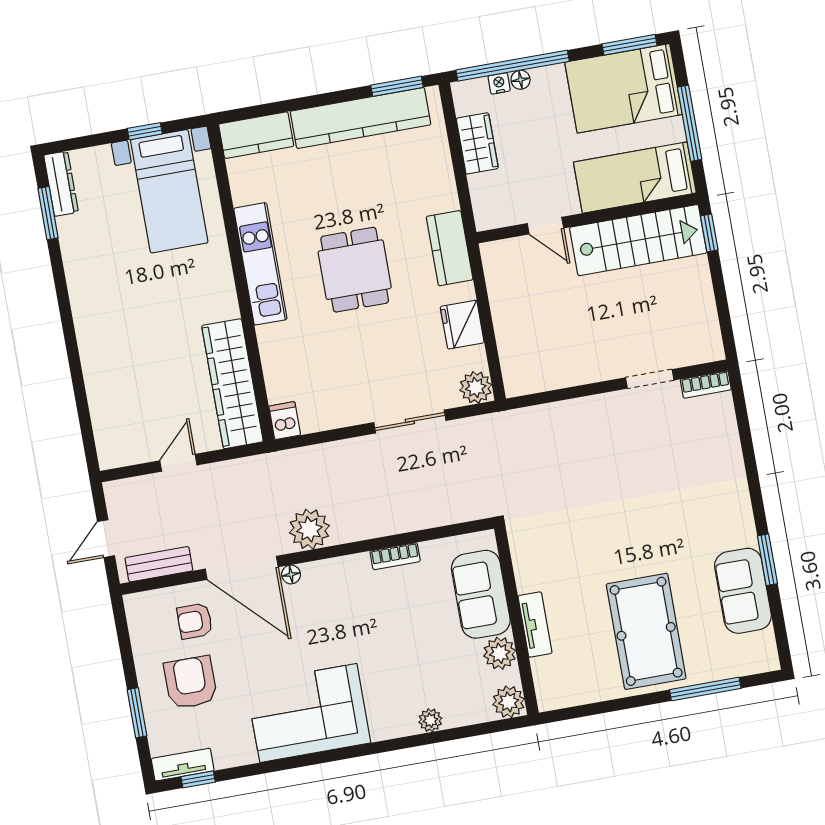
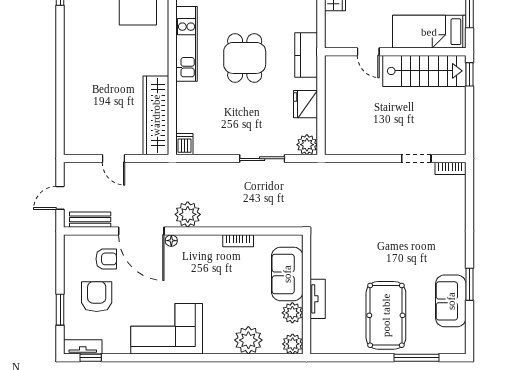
door: (178, 463) -> (114, 159), swing flipped
armchair: (195, 621) -> (106, 259), turned 180
plant: (430, 720) -> (248, 340), width x1.88, depth x1.88

